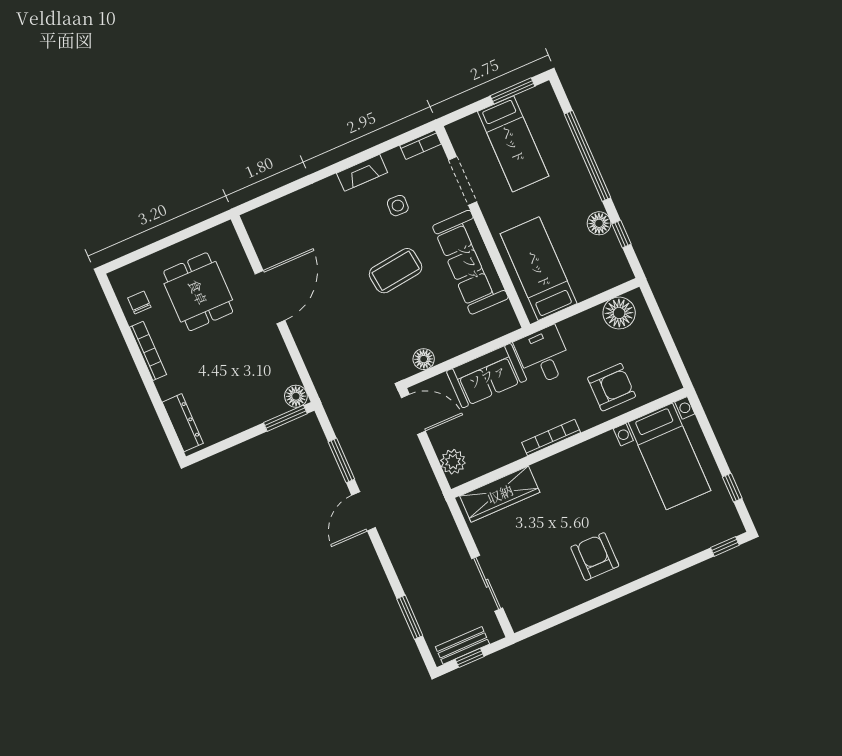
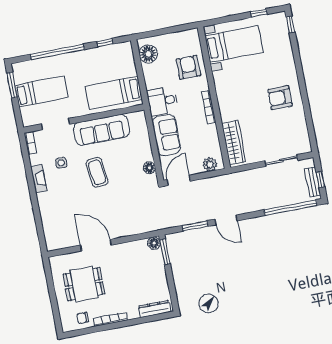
floor lamp: (599, 223) -> (96, 54), removed
window: (410, 617) -> (290, 208), width x2.11

